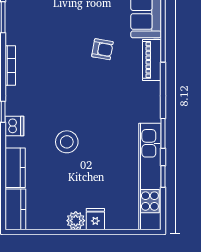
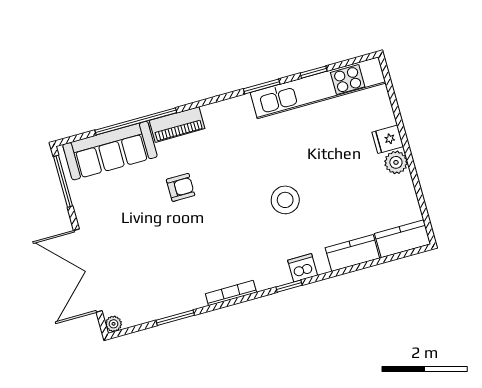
armchair: (102, 49) -> (181, 187), turned 80
stool: (67, 142) -> (285, 200), moved

